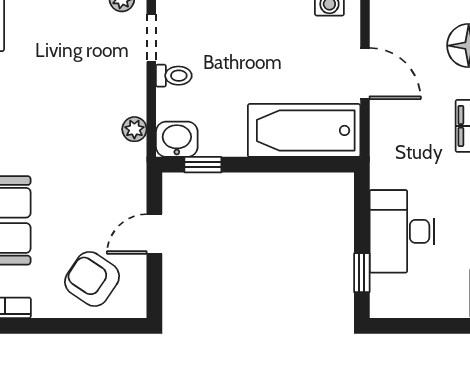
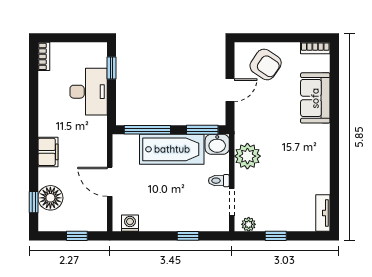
plant: (134, 129) -> (247, 156), width x1.88, depth x1.88
bathtub: (304, 130) -> (172, 149), moved
window: (203, 165) -> (202, 130), width x1.50
window: (299, 165) -> (147, 130), added

